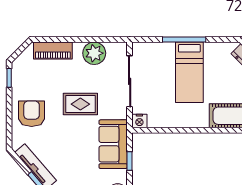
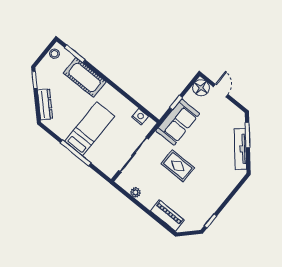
plant: (94, 53) -> (135, 192), width x0.53, depth x0.53
armchair: (32, 114) -> (215, 186), removed
nightstand: (139, 121) -> (140, 117), moved

